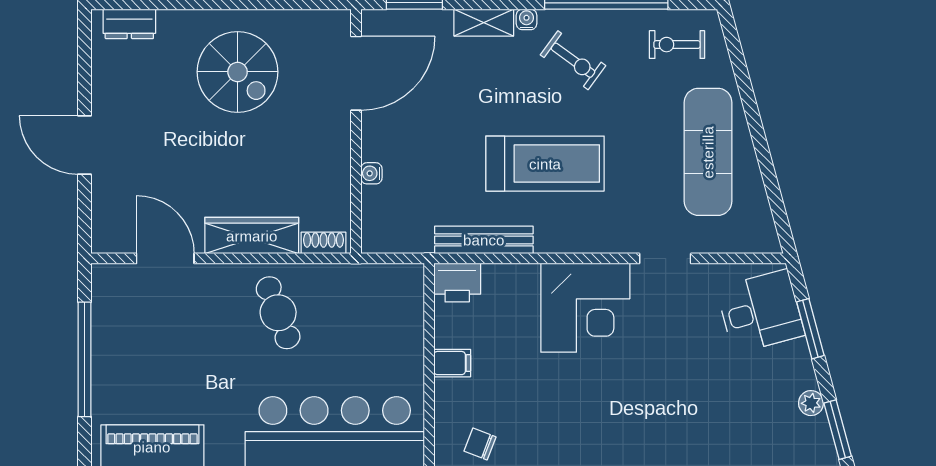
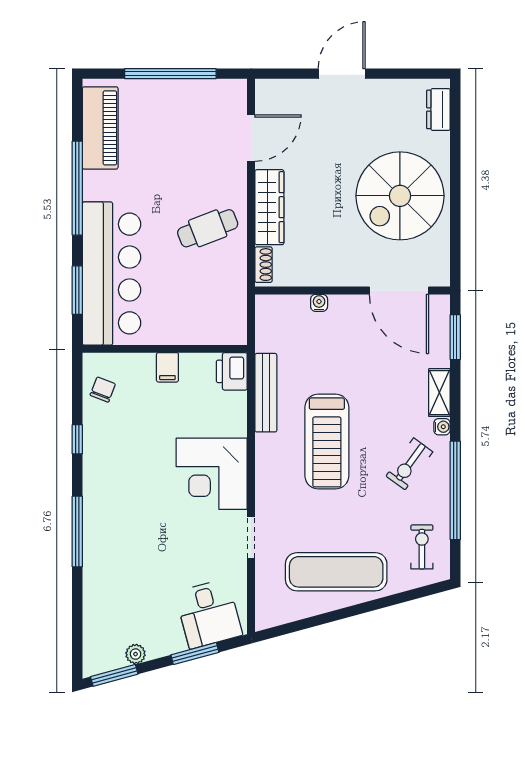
spiral stairs: (238, 72) -> (400, 196), width x1.37, depth x1.37

